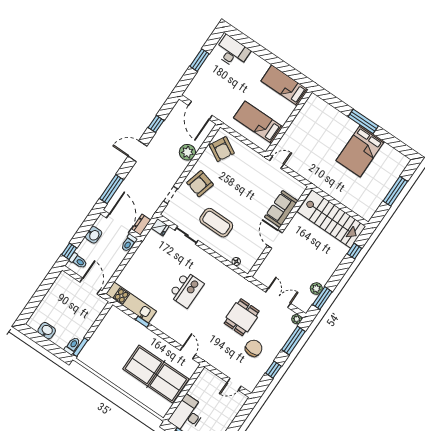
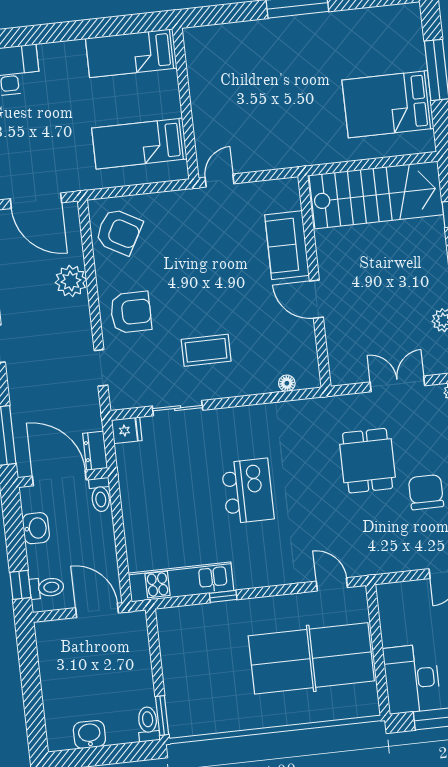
bed: (360, 151) -> (388, 104), moved, turned 90
armchair: (200, 184) -> (131, 312), turned -105
coffee table: (216, 223) -> (206, 350), width x0.73, depth x0.76

